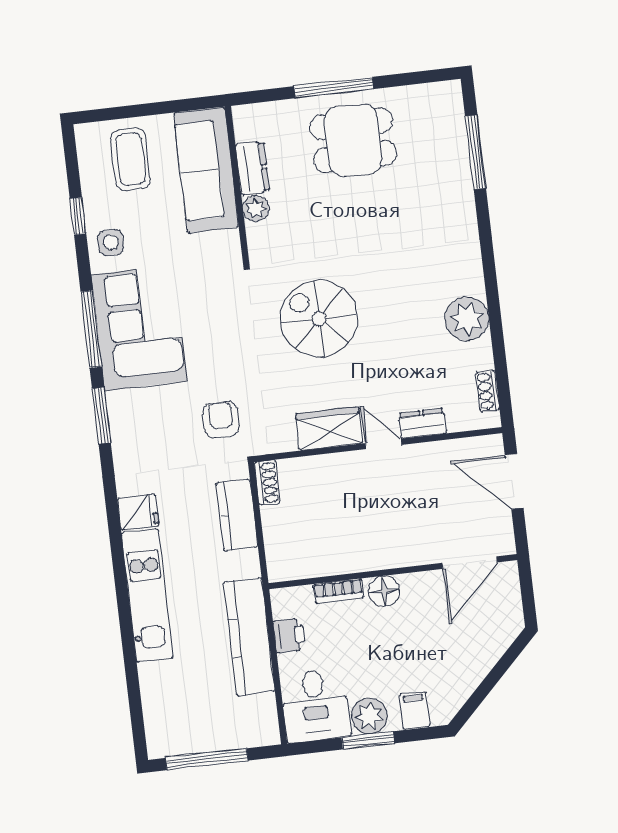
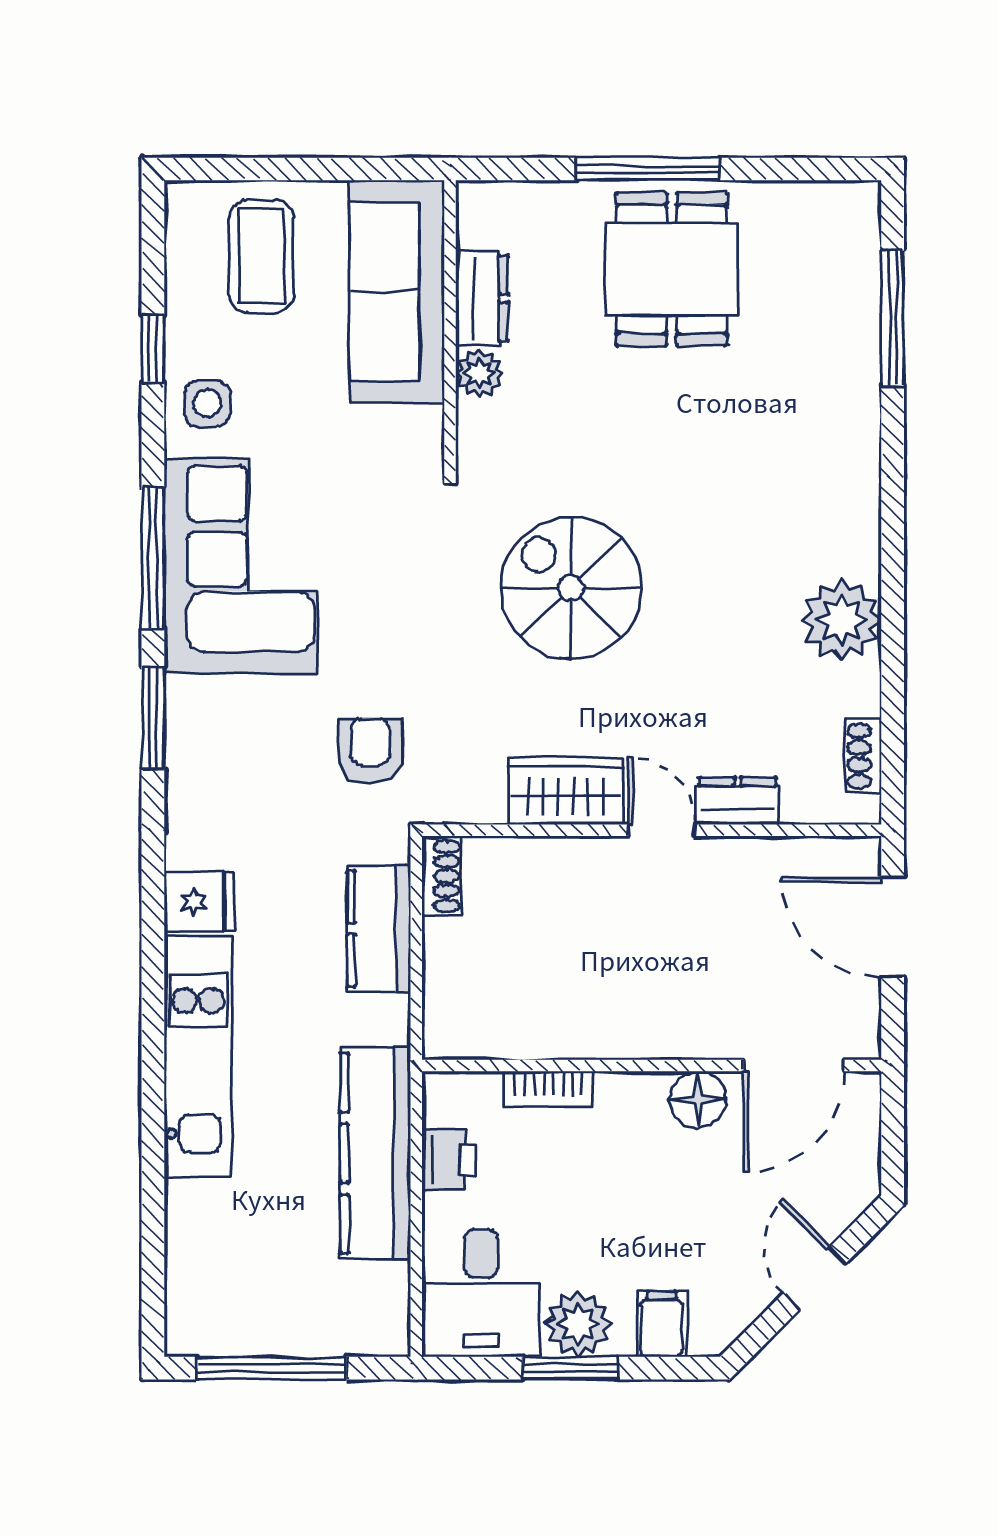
dining table: (353, 140) -> (672, 269), turned 90
floor lamp: (384, 591) -> (698, 1099), moved
door: (494, 676) -> (815, 1278), added

